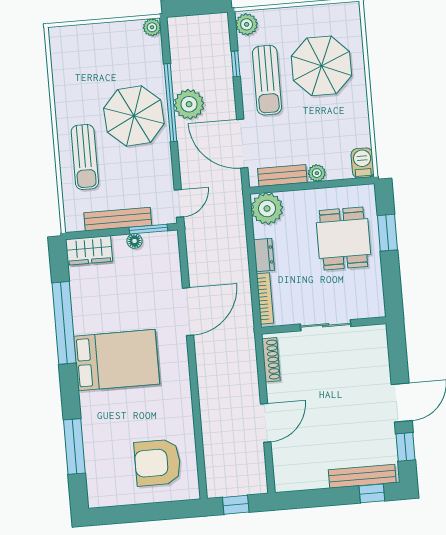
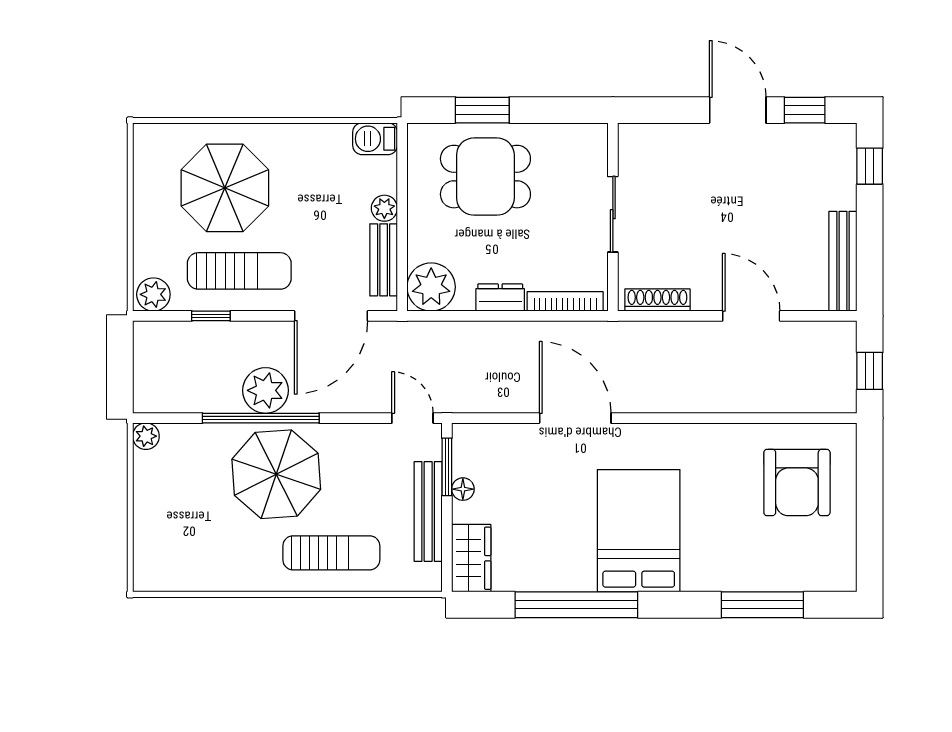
bench: (362, 476) -> (843, 261), moved

